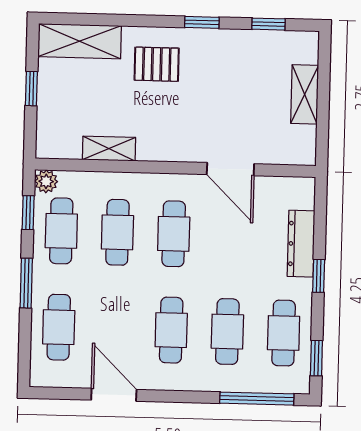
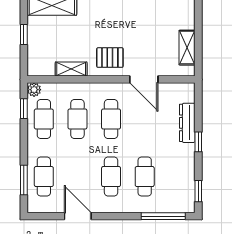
pallet: (157, 64) -> (110, 58), moved
shelving: (305, 94) -> (187, 48), moved
window: (26, 283) -> (24, 180), moved
cafe table: (284, 333) -> (178, 177), removed

